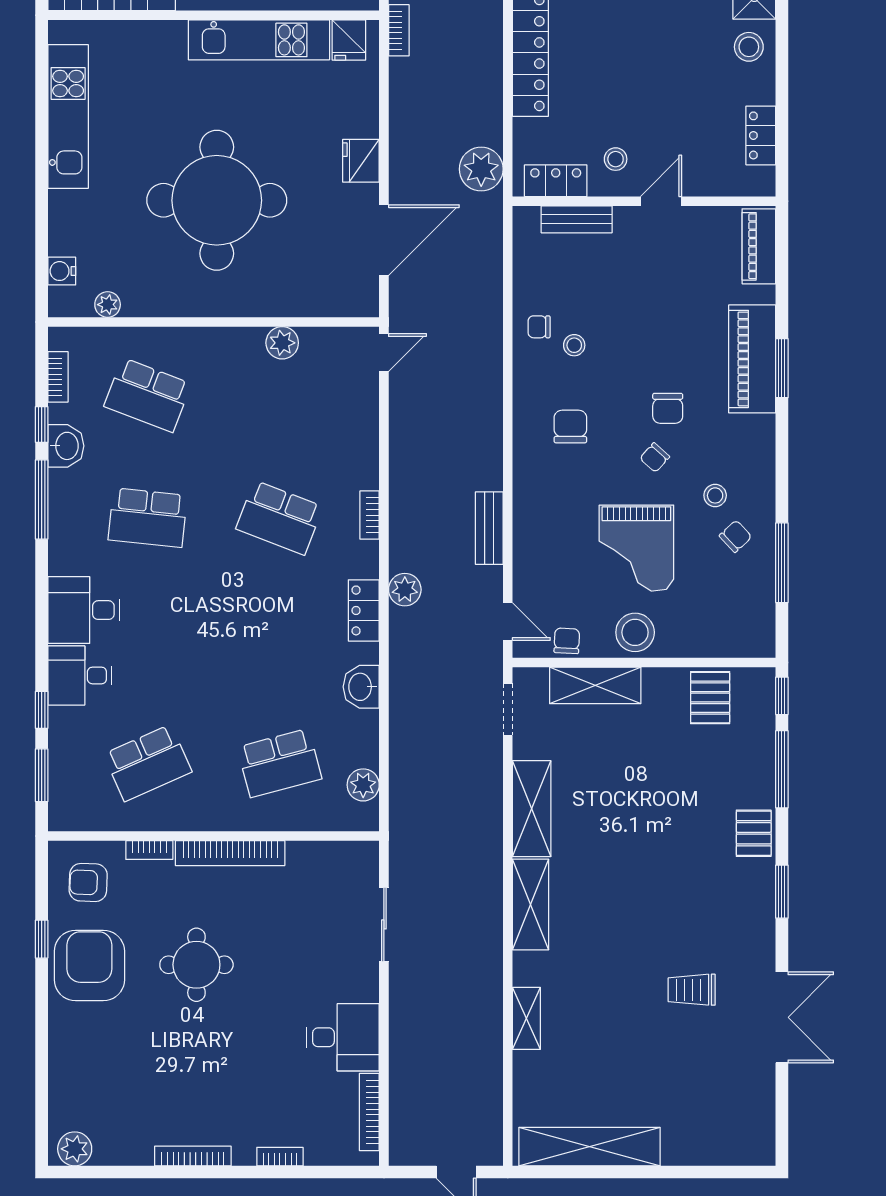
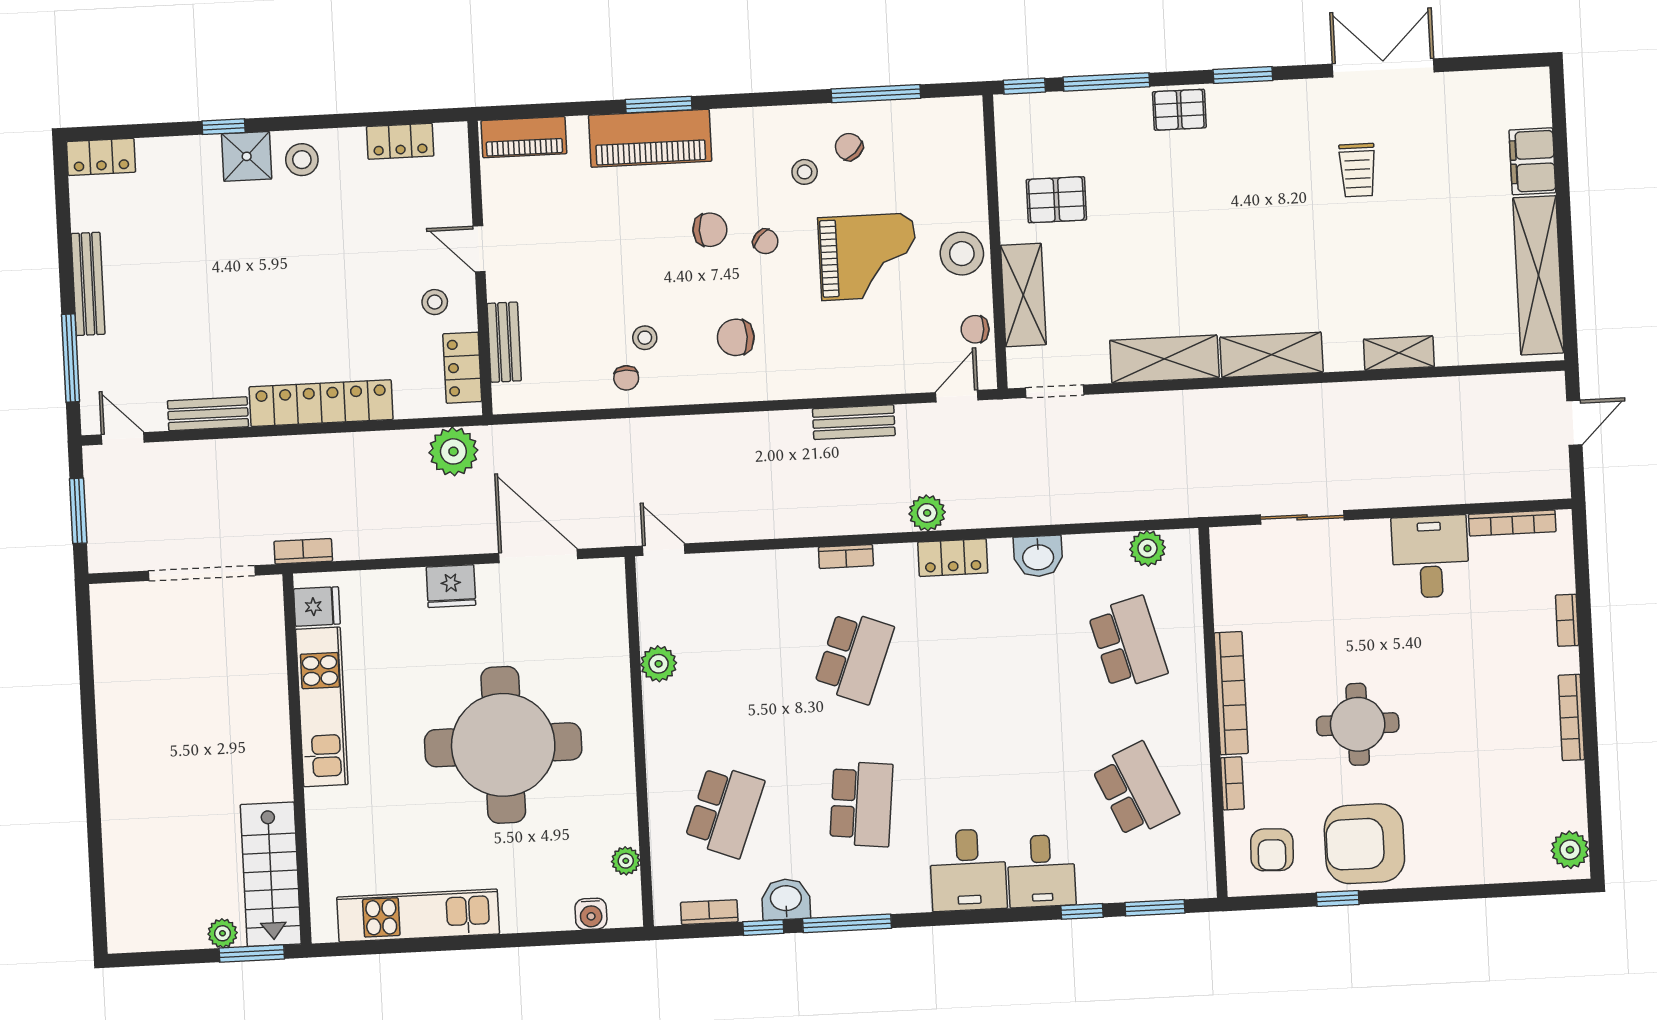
pallet: (710, 698) -> (1056, 200), moved
filing cabinet: (692, 1146) -> (1532, 161), added

